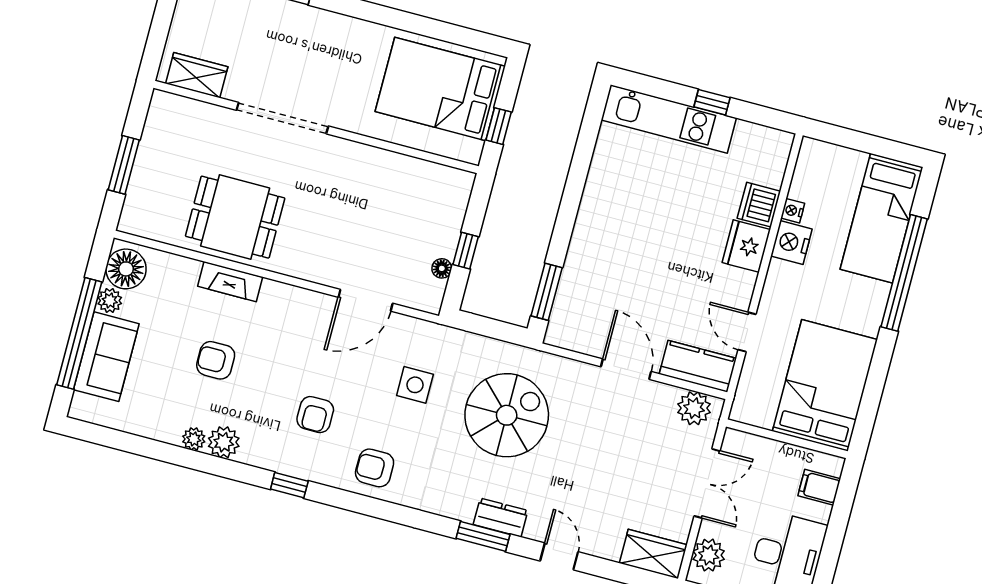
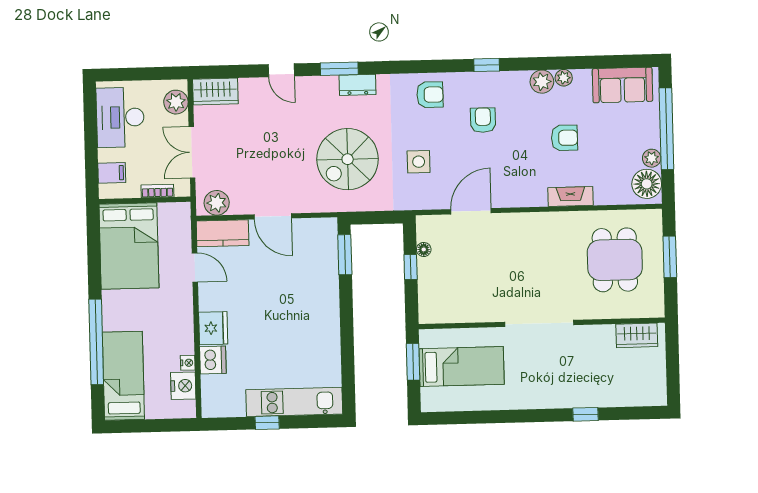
bed: (440, 89) -> (462, 366), width x0.67
doorway: (282, 118) -> (539, 323), moved
window: (499, 126) -> (413, 362), width x1.50
dining table: (235, 217) -> (615, 260), moved, turned 90
nightstand: (791, 242) -> (183, 386), moved
sofa: (106, 357) -> (622, 85), moved, turned -90
bookcase: (767, 446) -> (157, 191), added
dresser: (501, 518) -> (358, 85), moved

